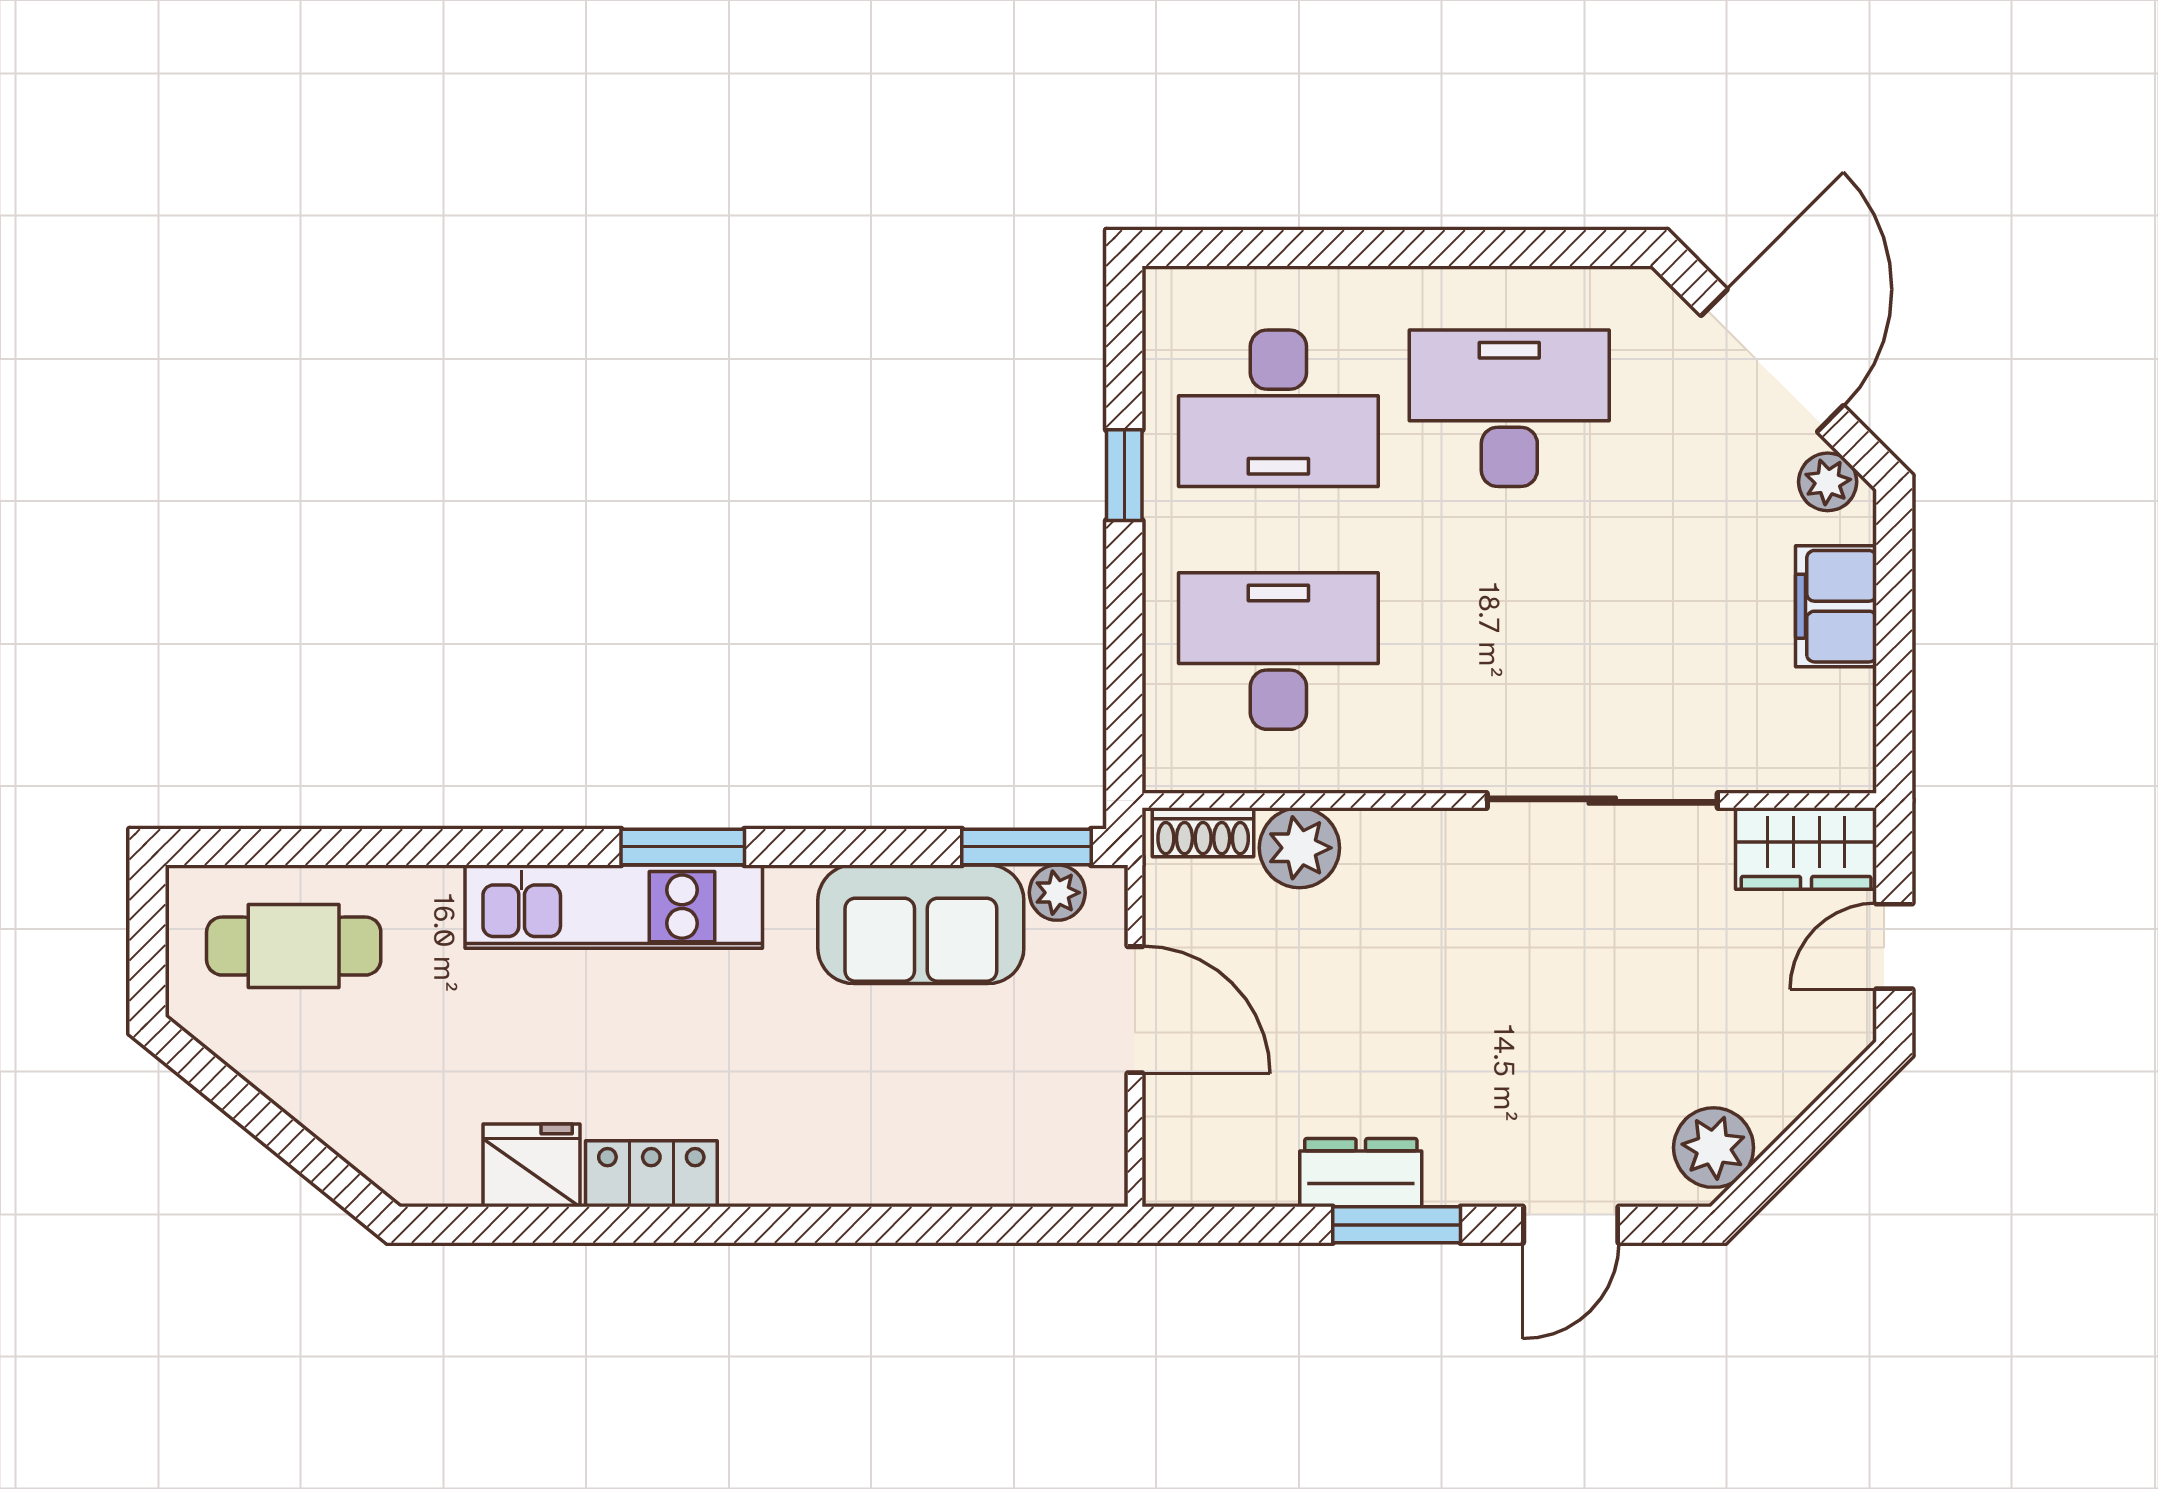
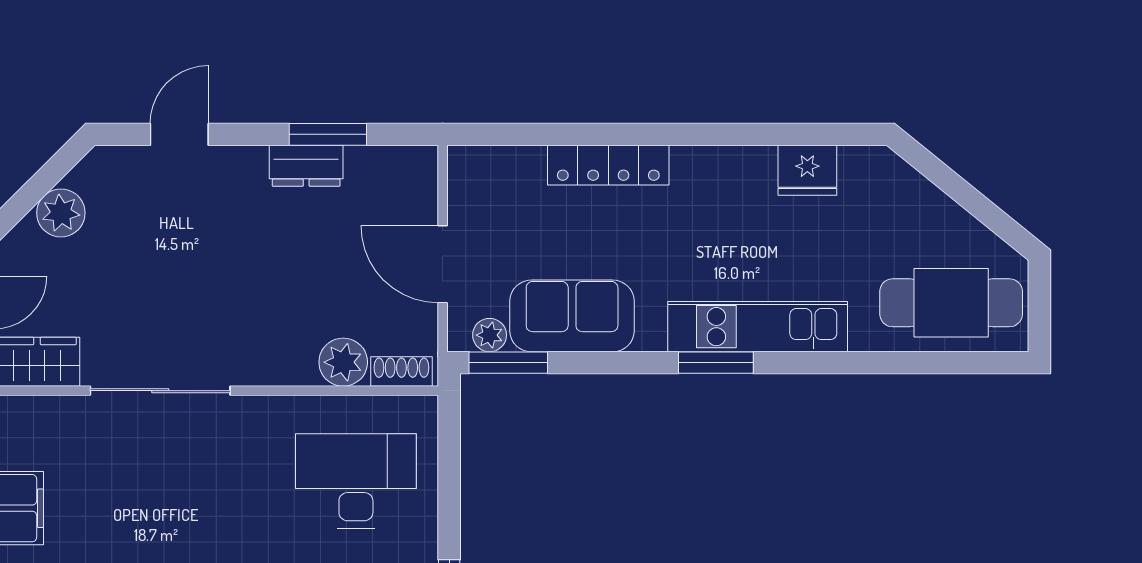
desk: (1278, 651) -> (356, 481), turned 180
cafe table: (294, 946) -> (951, 303), width x1.37, depth x1.35
plant: (1714, 1148) -> (61, 213), moved
locker: (651, 1174) -> (608, 165), moved, width x1.53
window: (1397, 1225) -> (328, 134), moved

